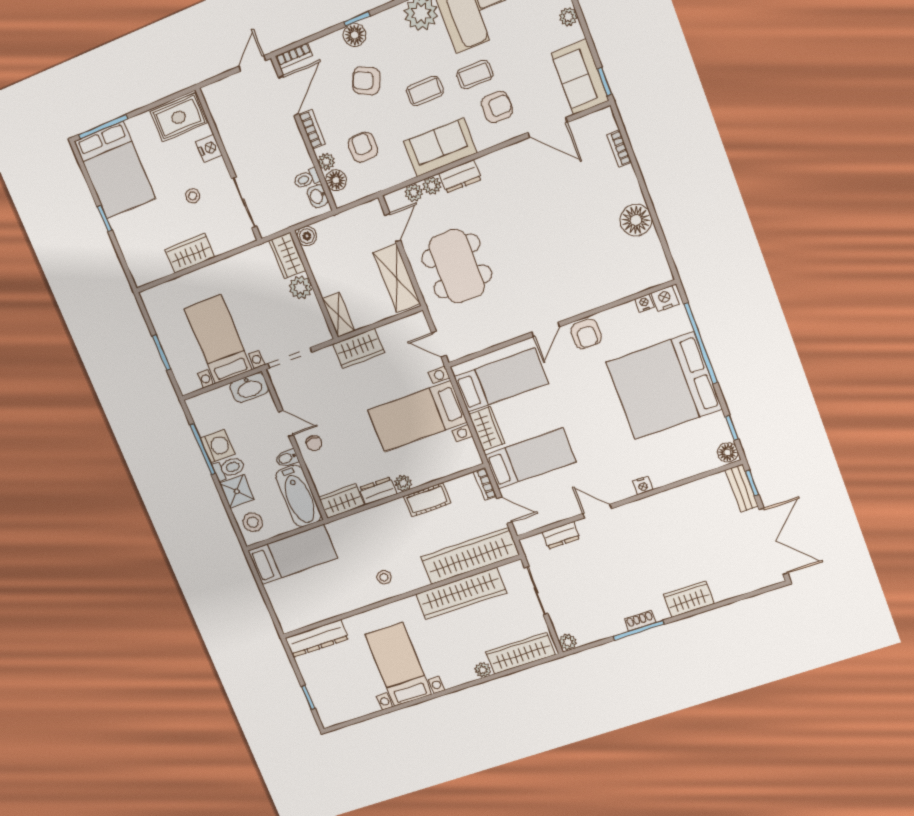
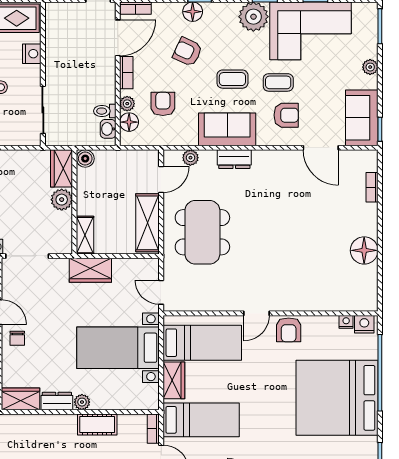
plant: (432, 186) -> (208, 158), removed

